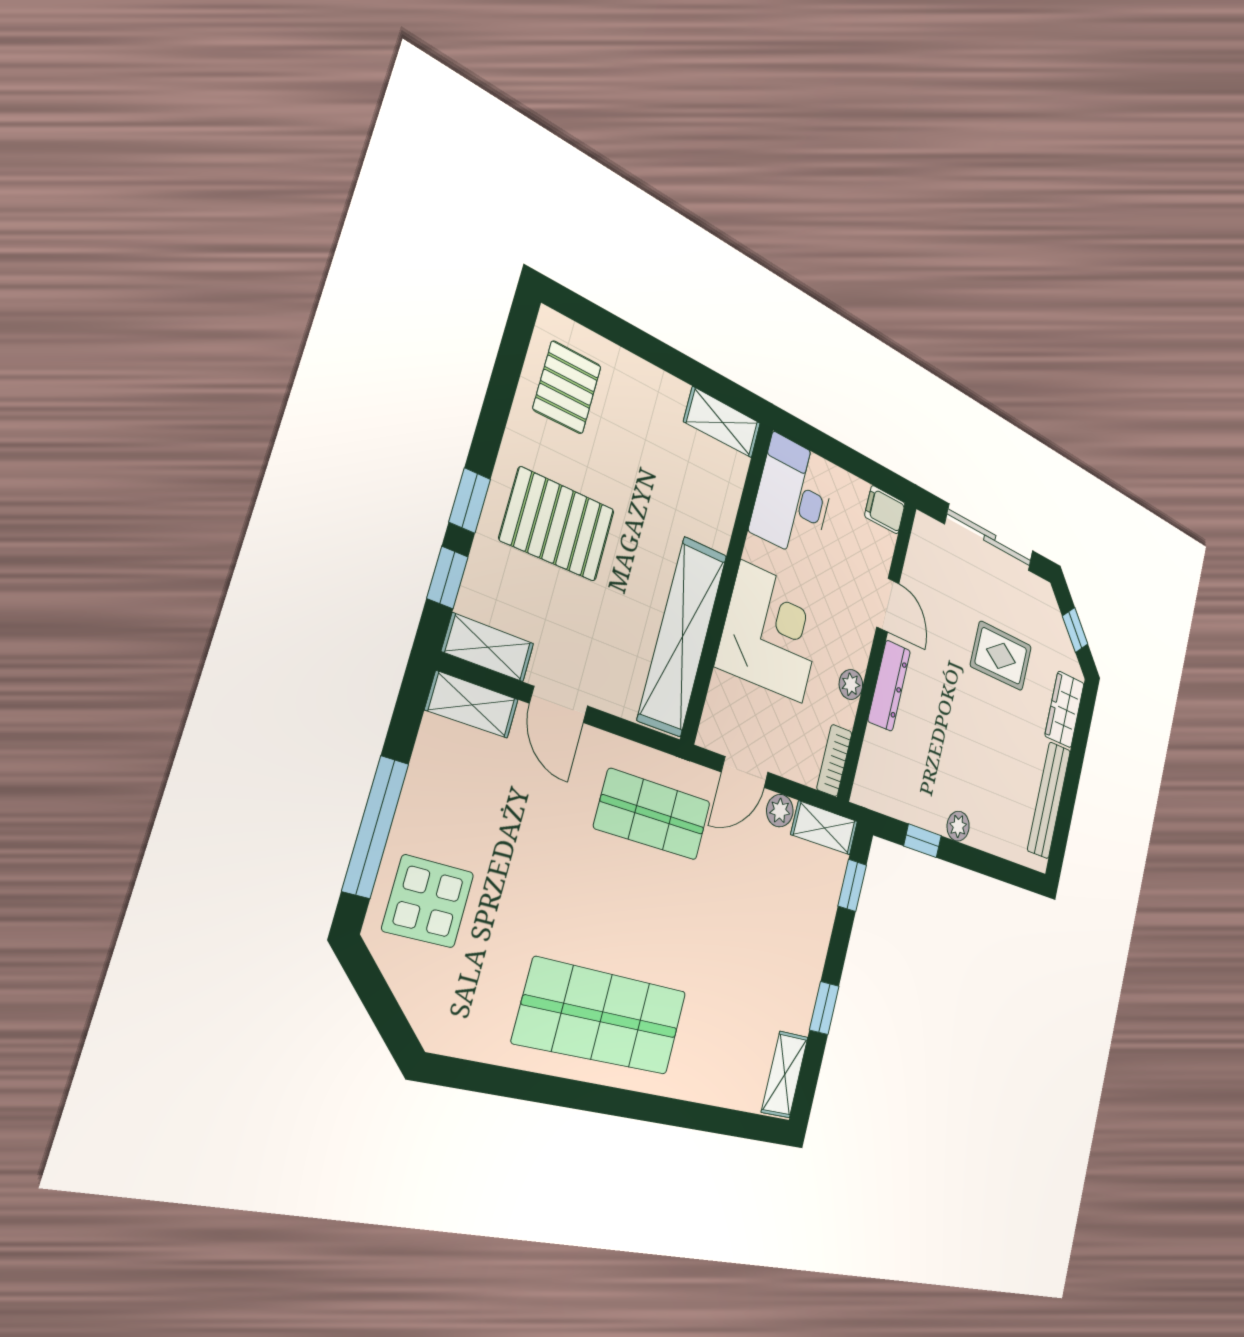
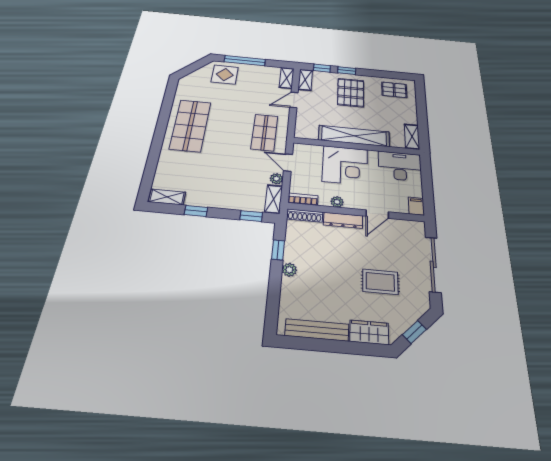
shelving: (682, 637) -> (354, 136), moved
rug: (1001, 656) -> (380, 282), turned 90
shoe rack: (868, 767) -> (305, 216), added

